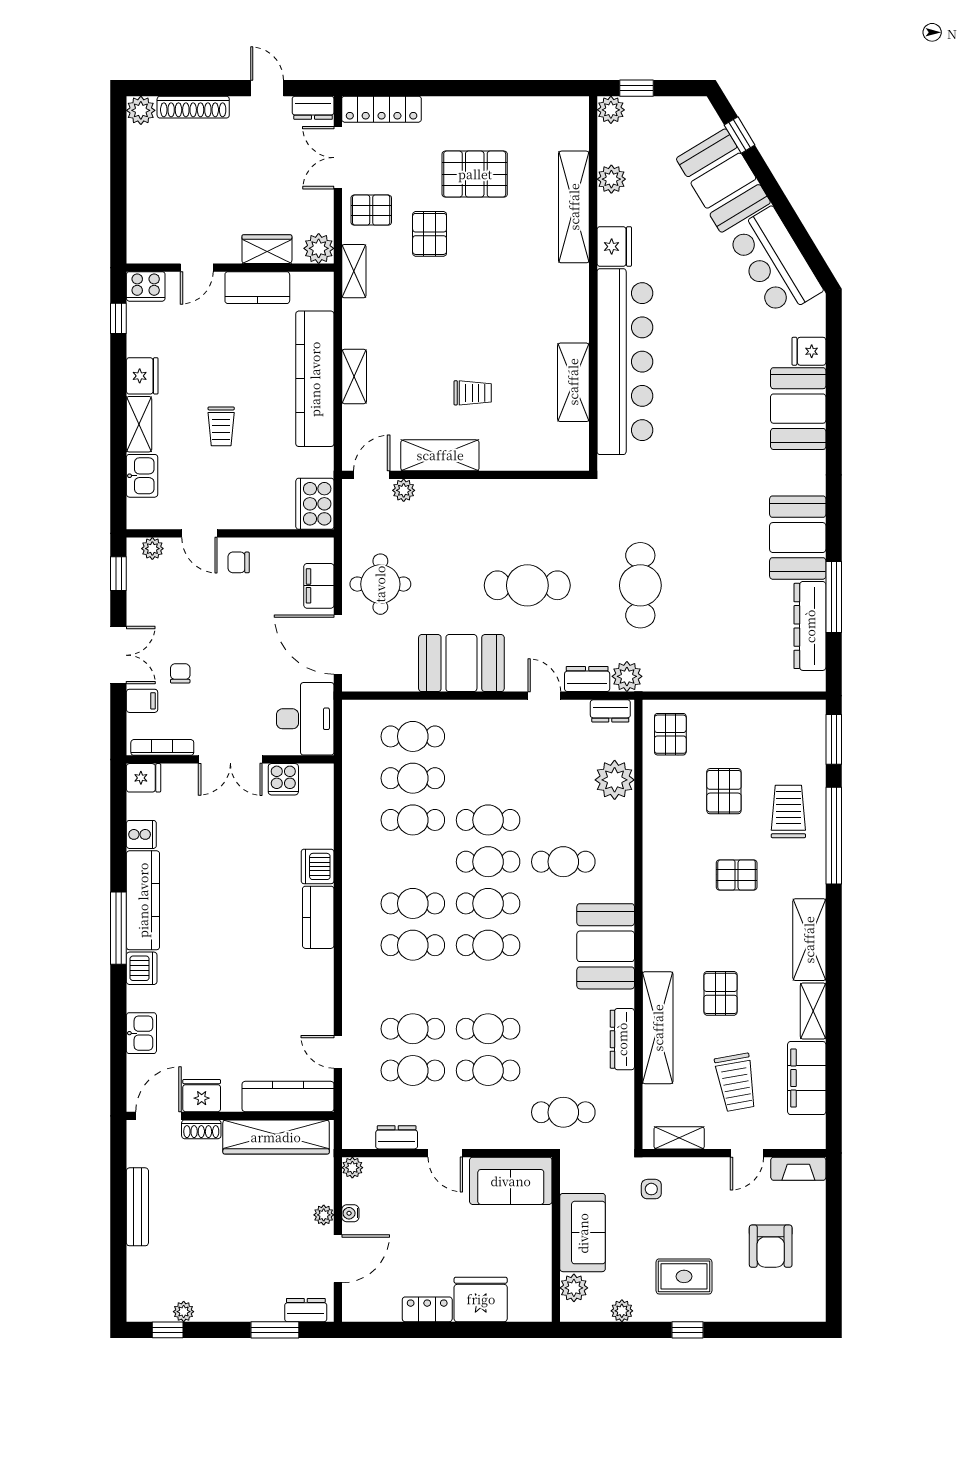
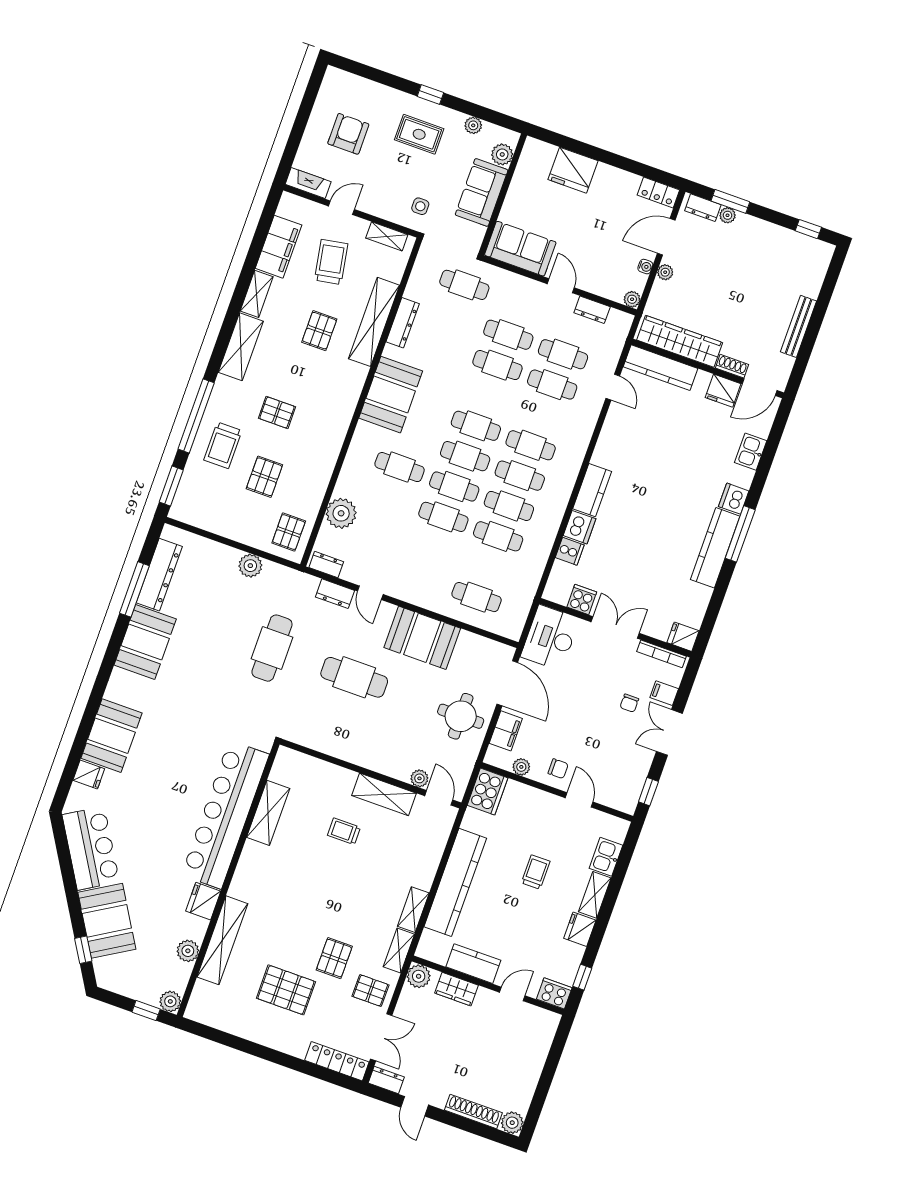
shelving: (354, 376) -> (413, 910), moved
door: (372, 475) -> (439, 798), swing flipped
plant: (152, 549) -> (521, 767), moved
plant: (627, 676) -> (250, 566), moved
cafe table: (413, 778) -> (509, 506), moved
cooker: (141, 834) -> (570, 551), moved, turned 180
locker: (427, 1309) -> (658, 192), moved
plant: (184, 1312) -> (728, 215), moved

